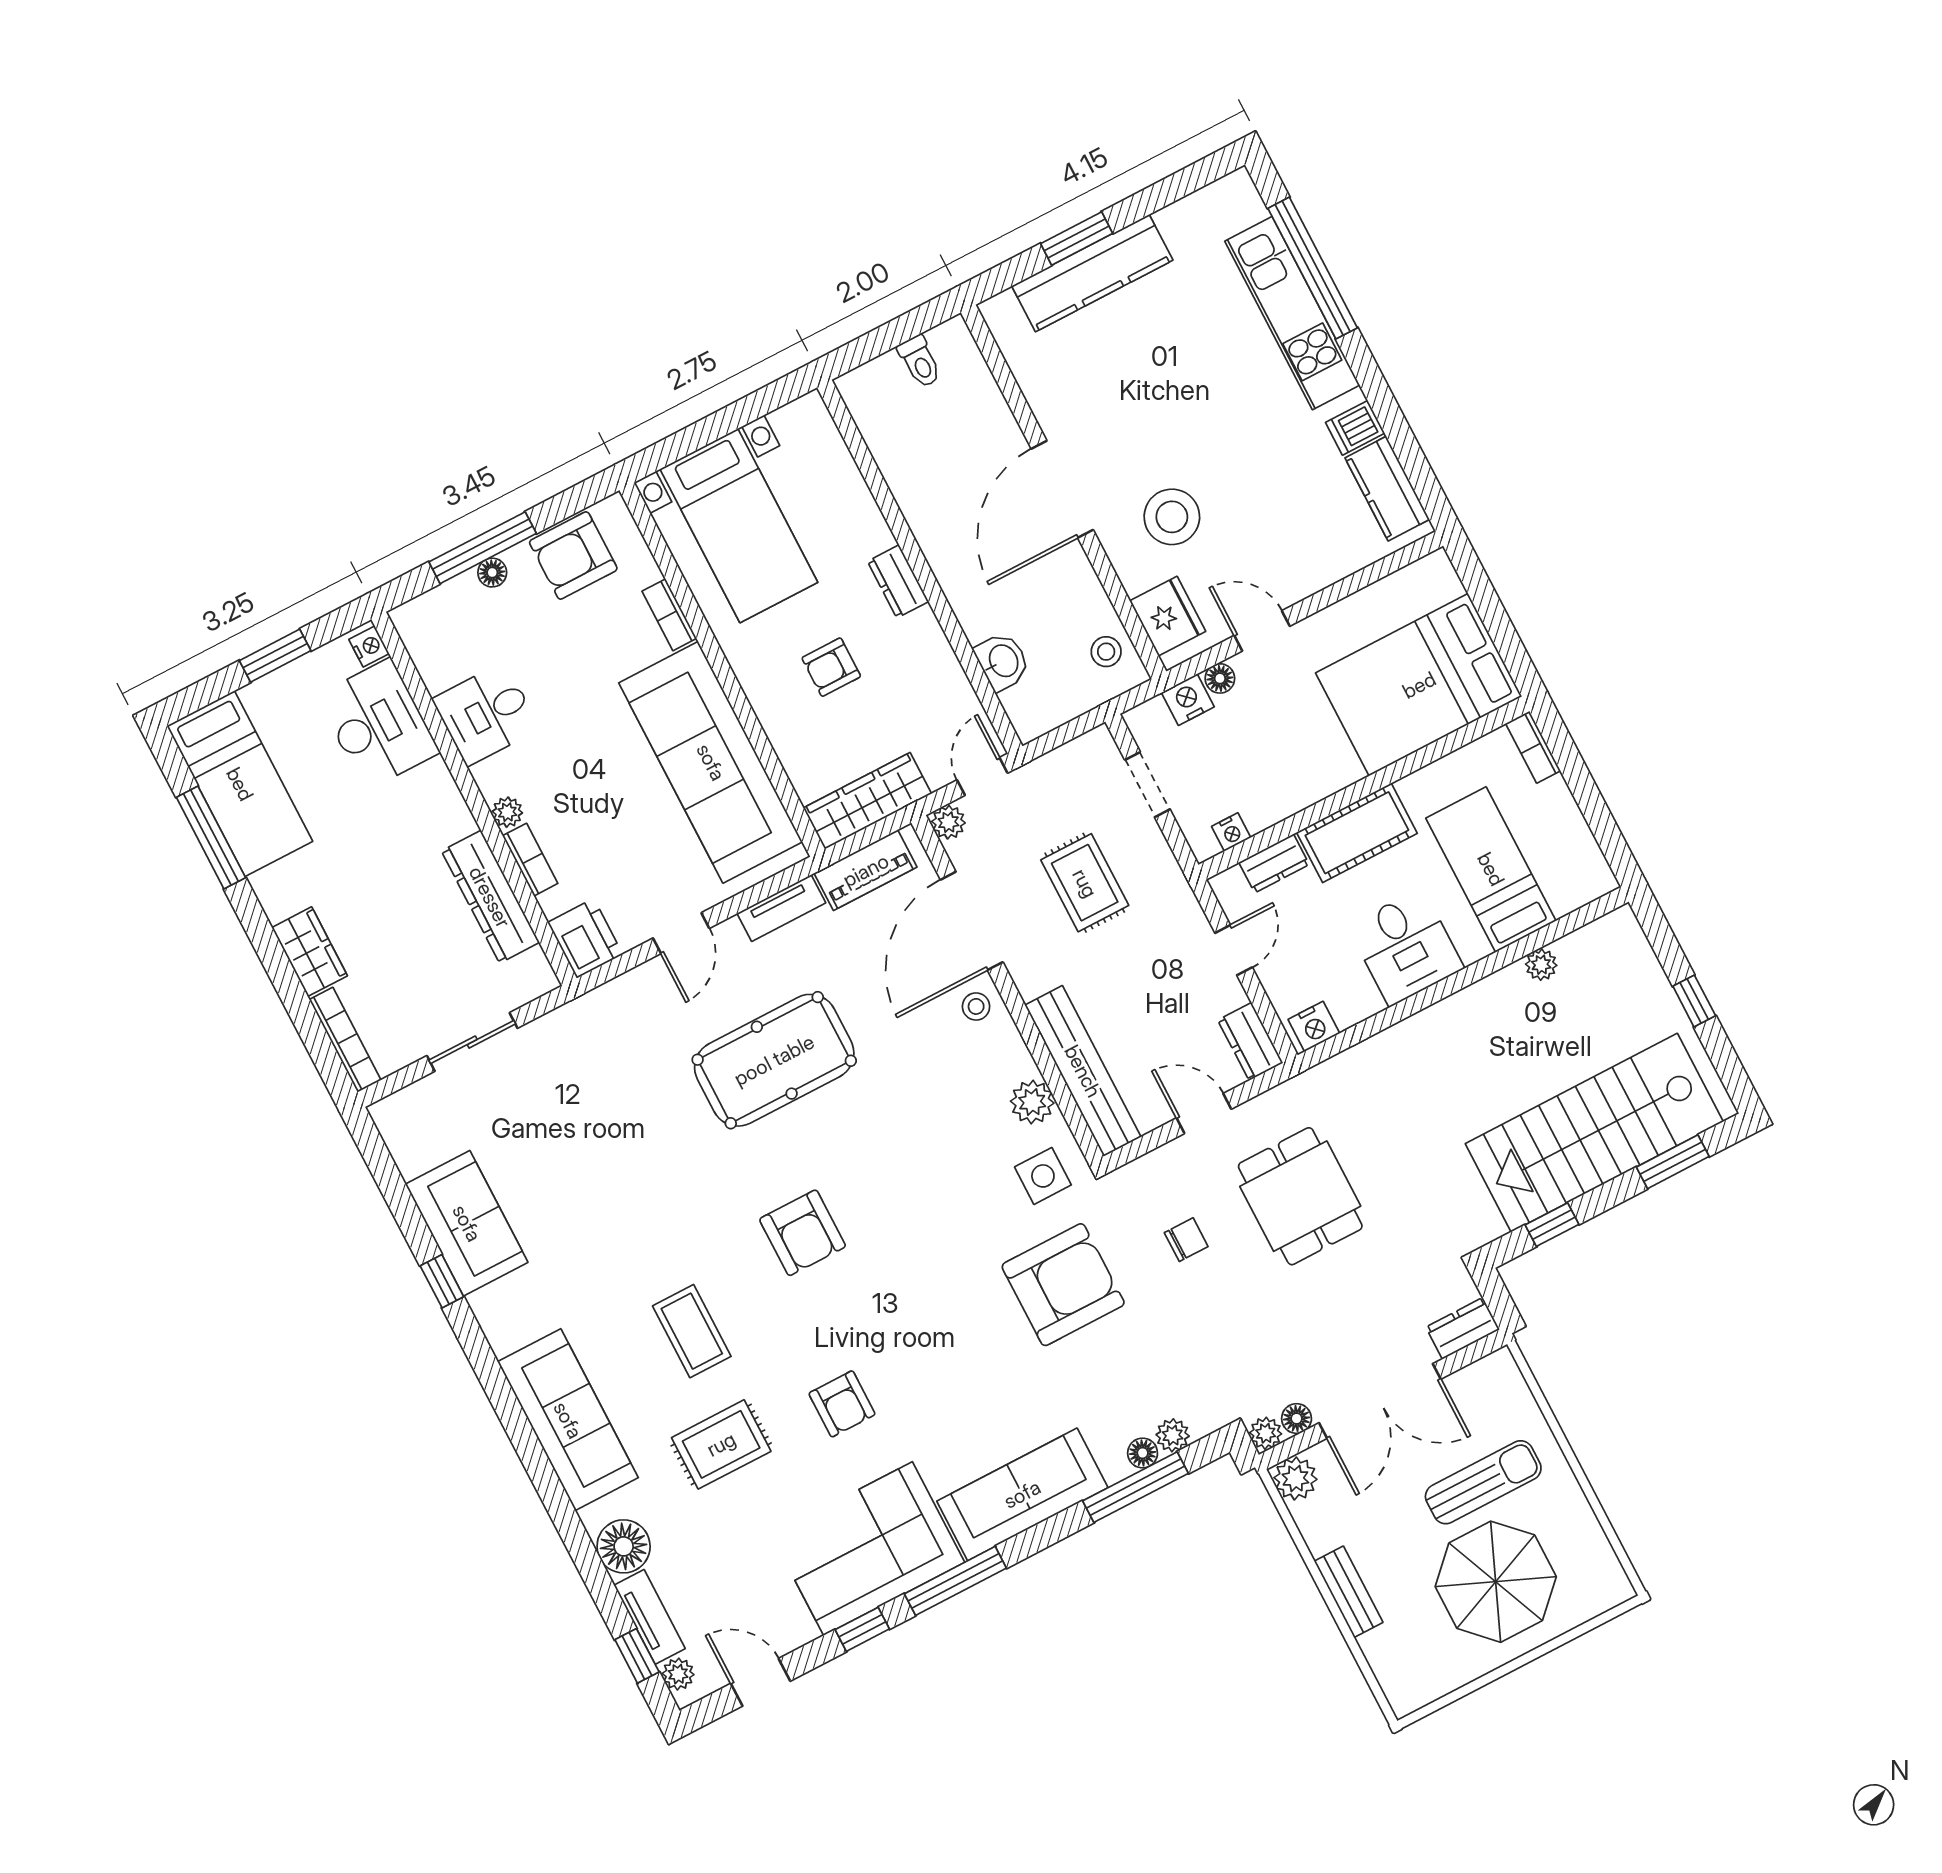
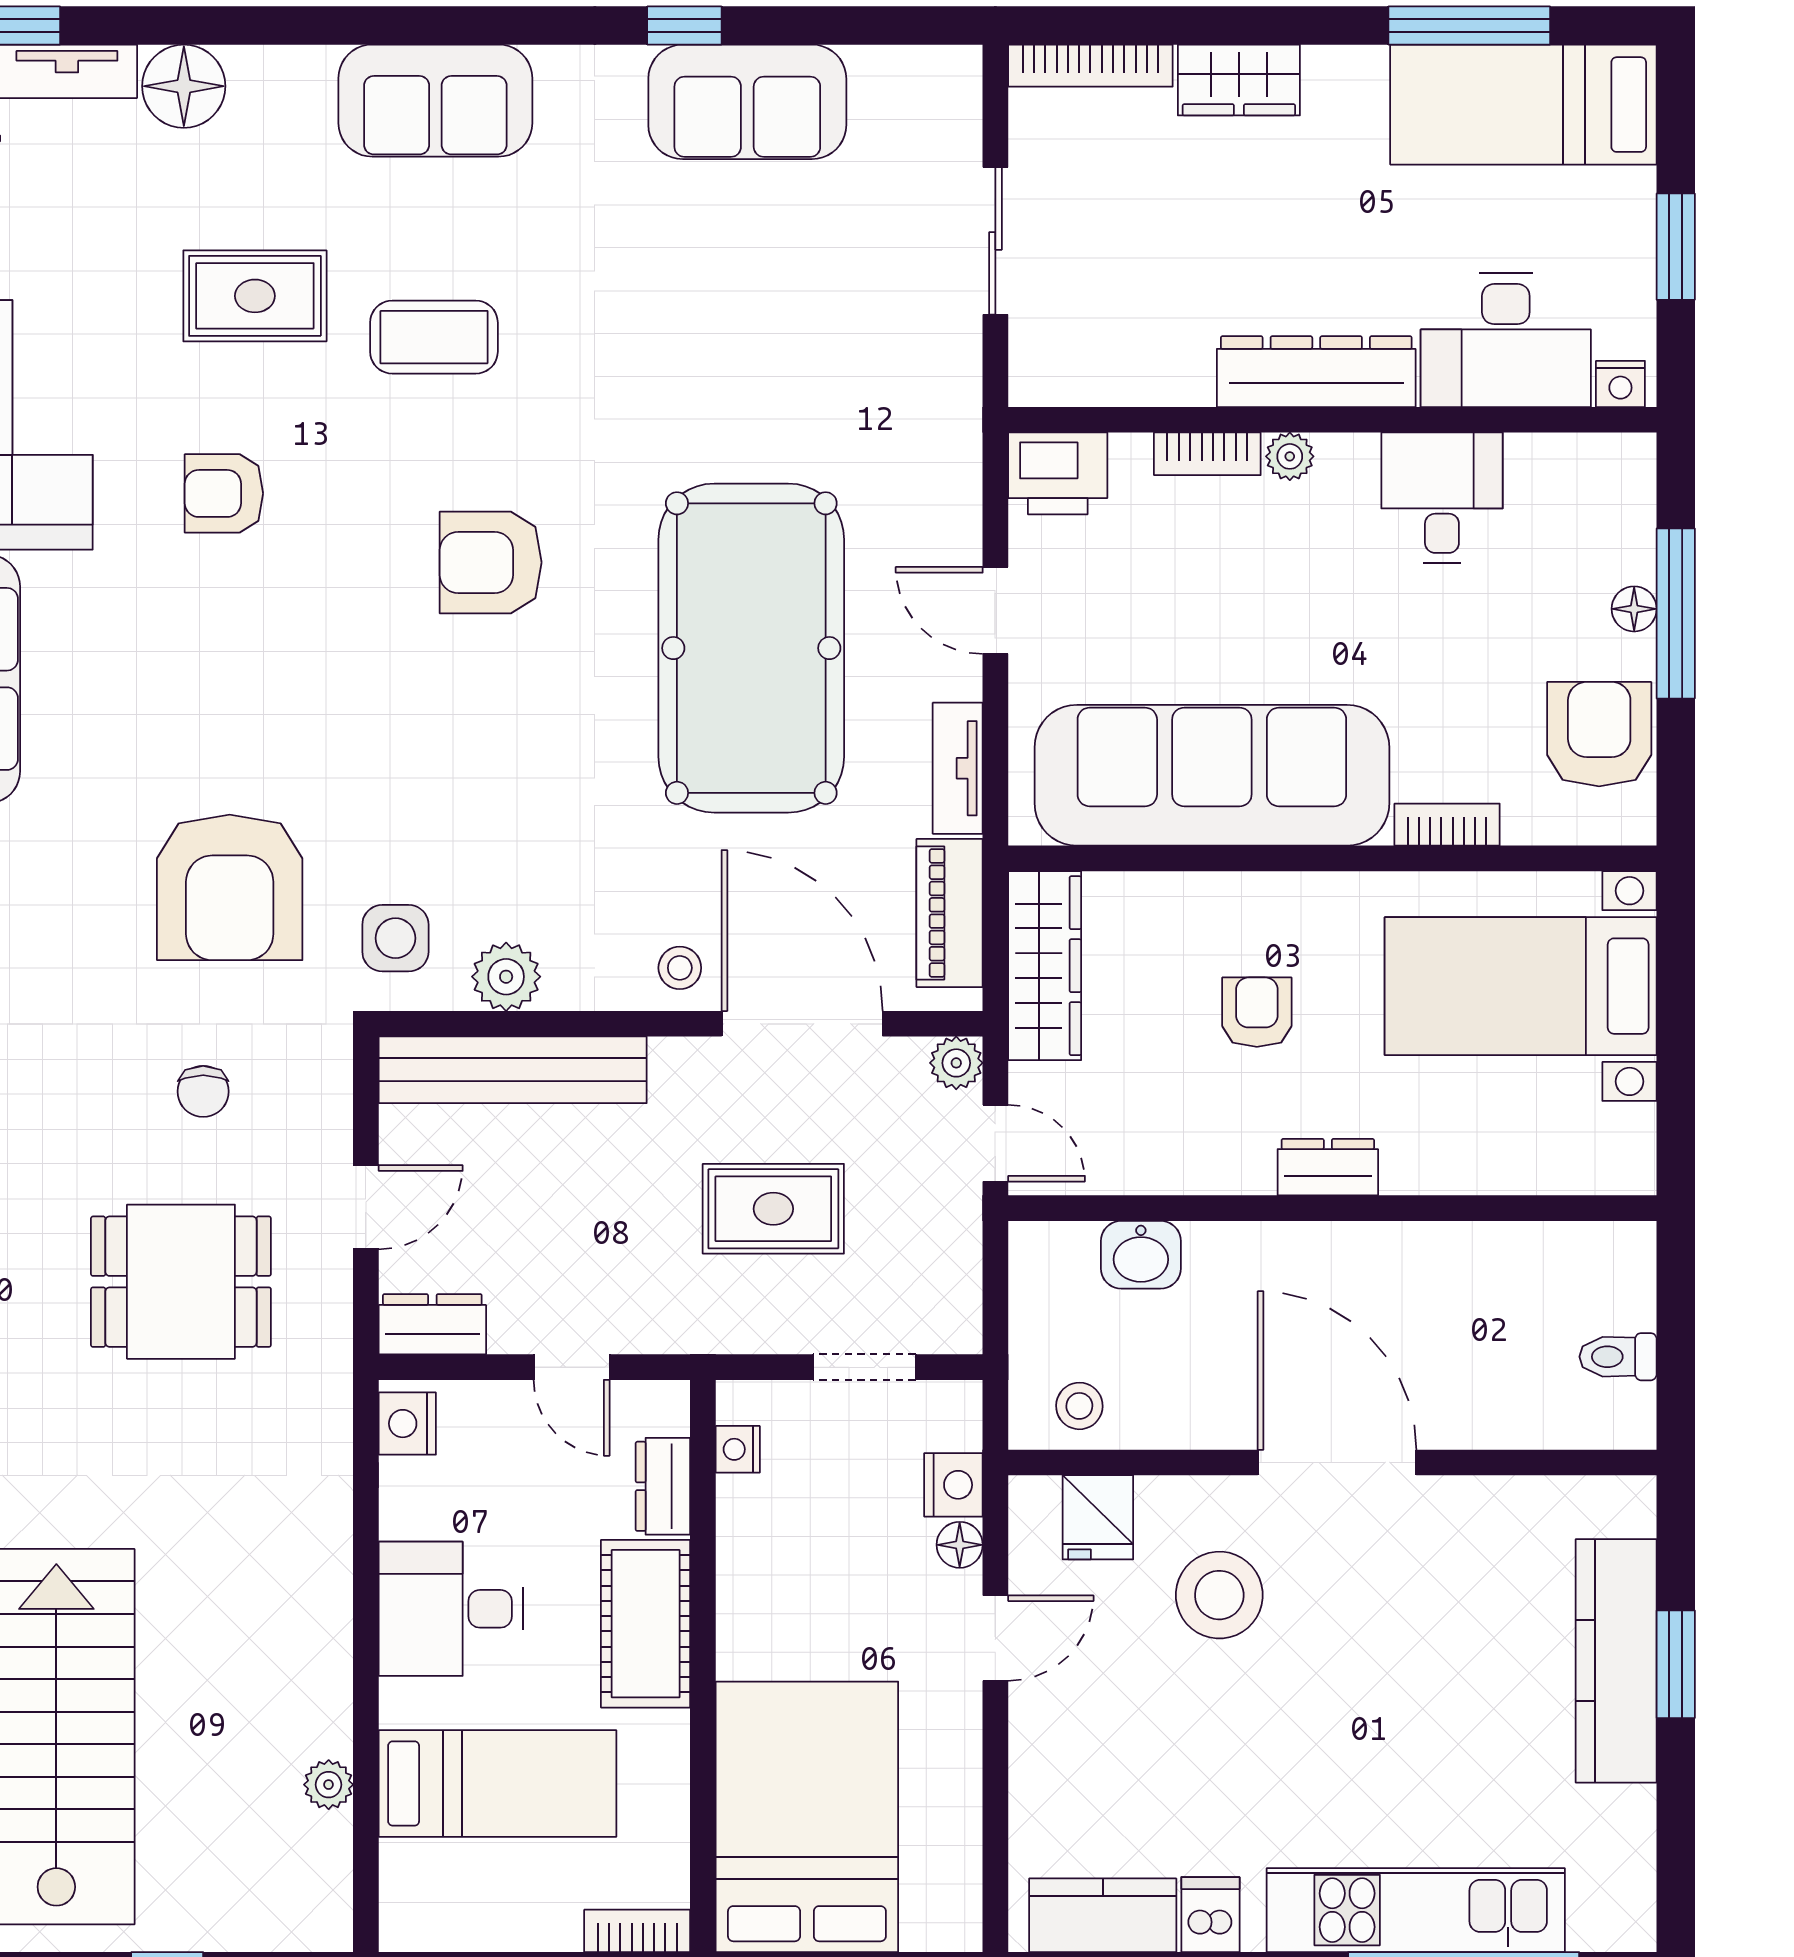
fridge: (1168, 616) -> (1098, 1517), width x0.72
dresser: (490, 897) -> (1316, 372), moved
pool table: (774, 1060) -> (751, 648), width x1.36, depth x1.32
sofa: (568, 1420) -> (435, 101), width x0.73
rug: (721, 1444) -> (255, 296), turned 90

